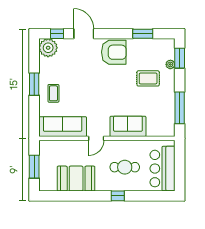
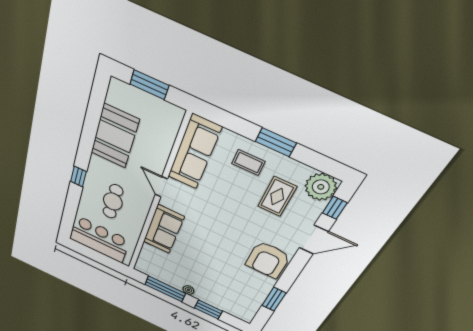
window: (180, 58) -> (208, 309), moved
plant: (170, 64) -> (188, 290), moved
rug: (148, 78) -> (277, 197), moved

